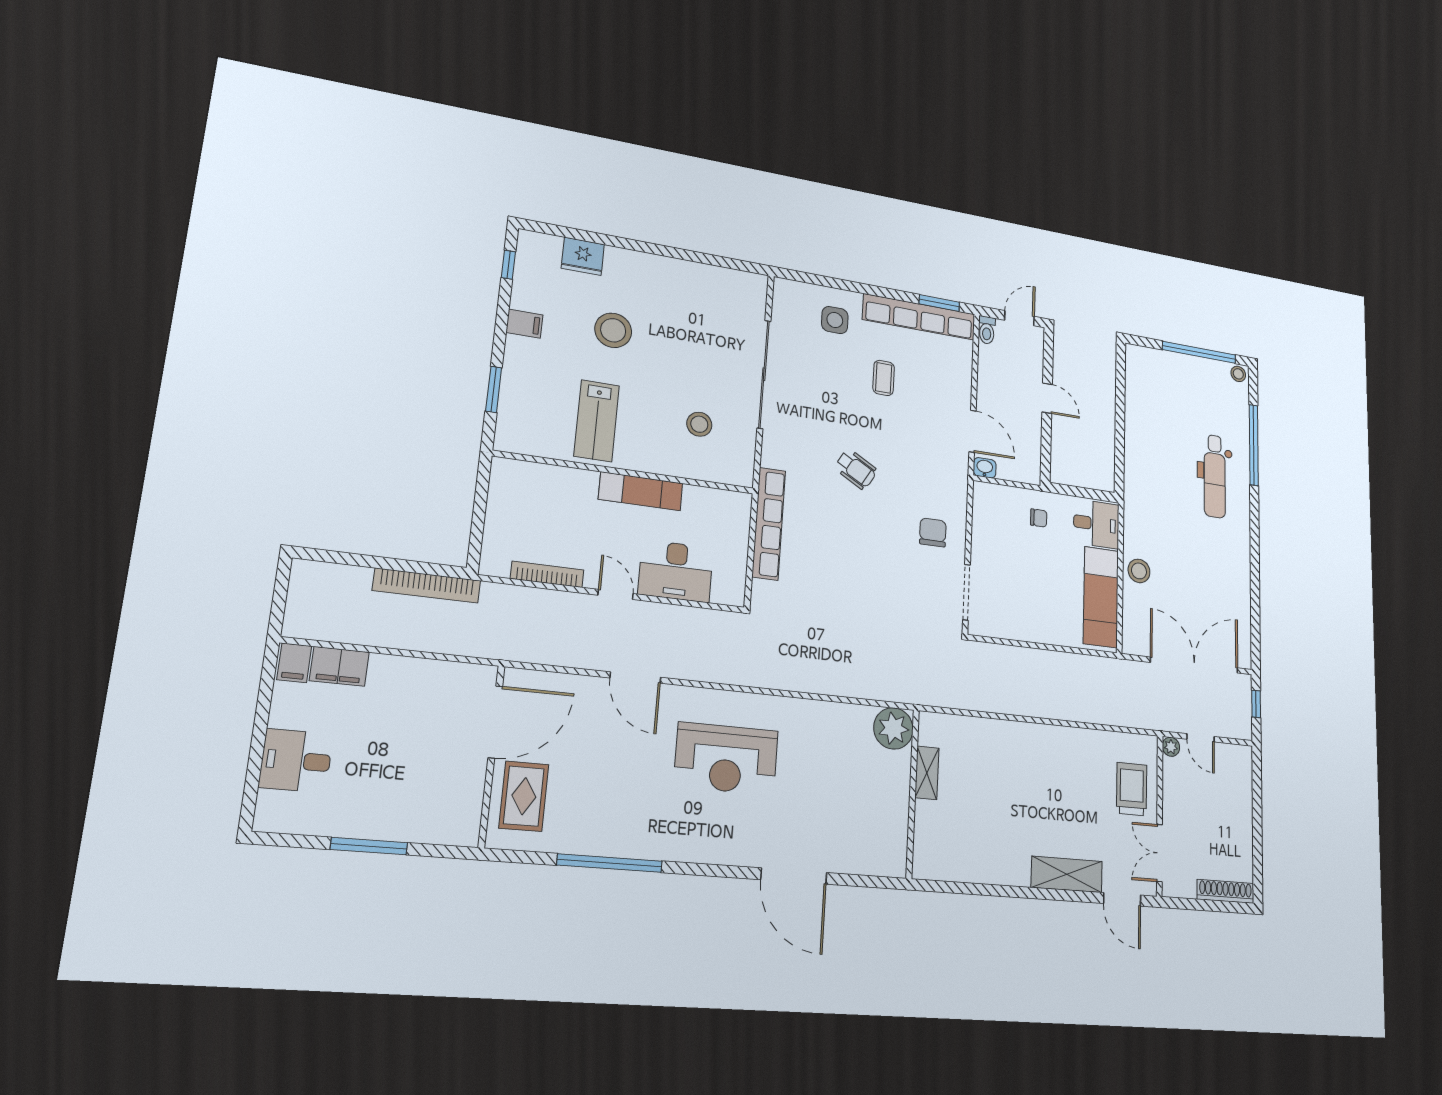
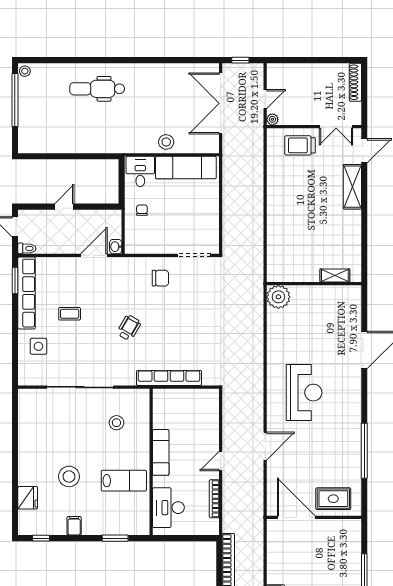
window: (1254, 445) -> (72, 60), removed
dental chair: (1215, 476) -> (97, 89), turned 180
chair: (933, 532) -> (160, 278), turned 180
desk: (676, 571) -> (168, 508), moved, turned 180
shelving: (927, 773) -> (335, 275), moved

